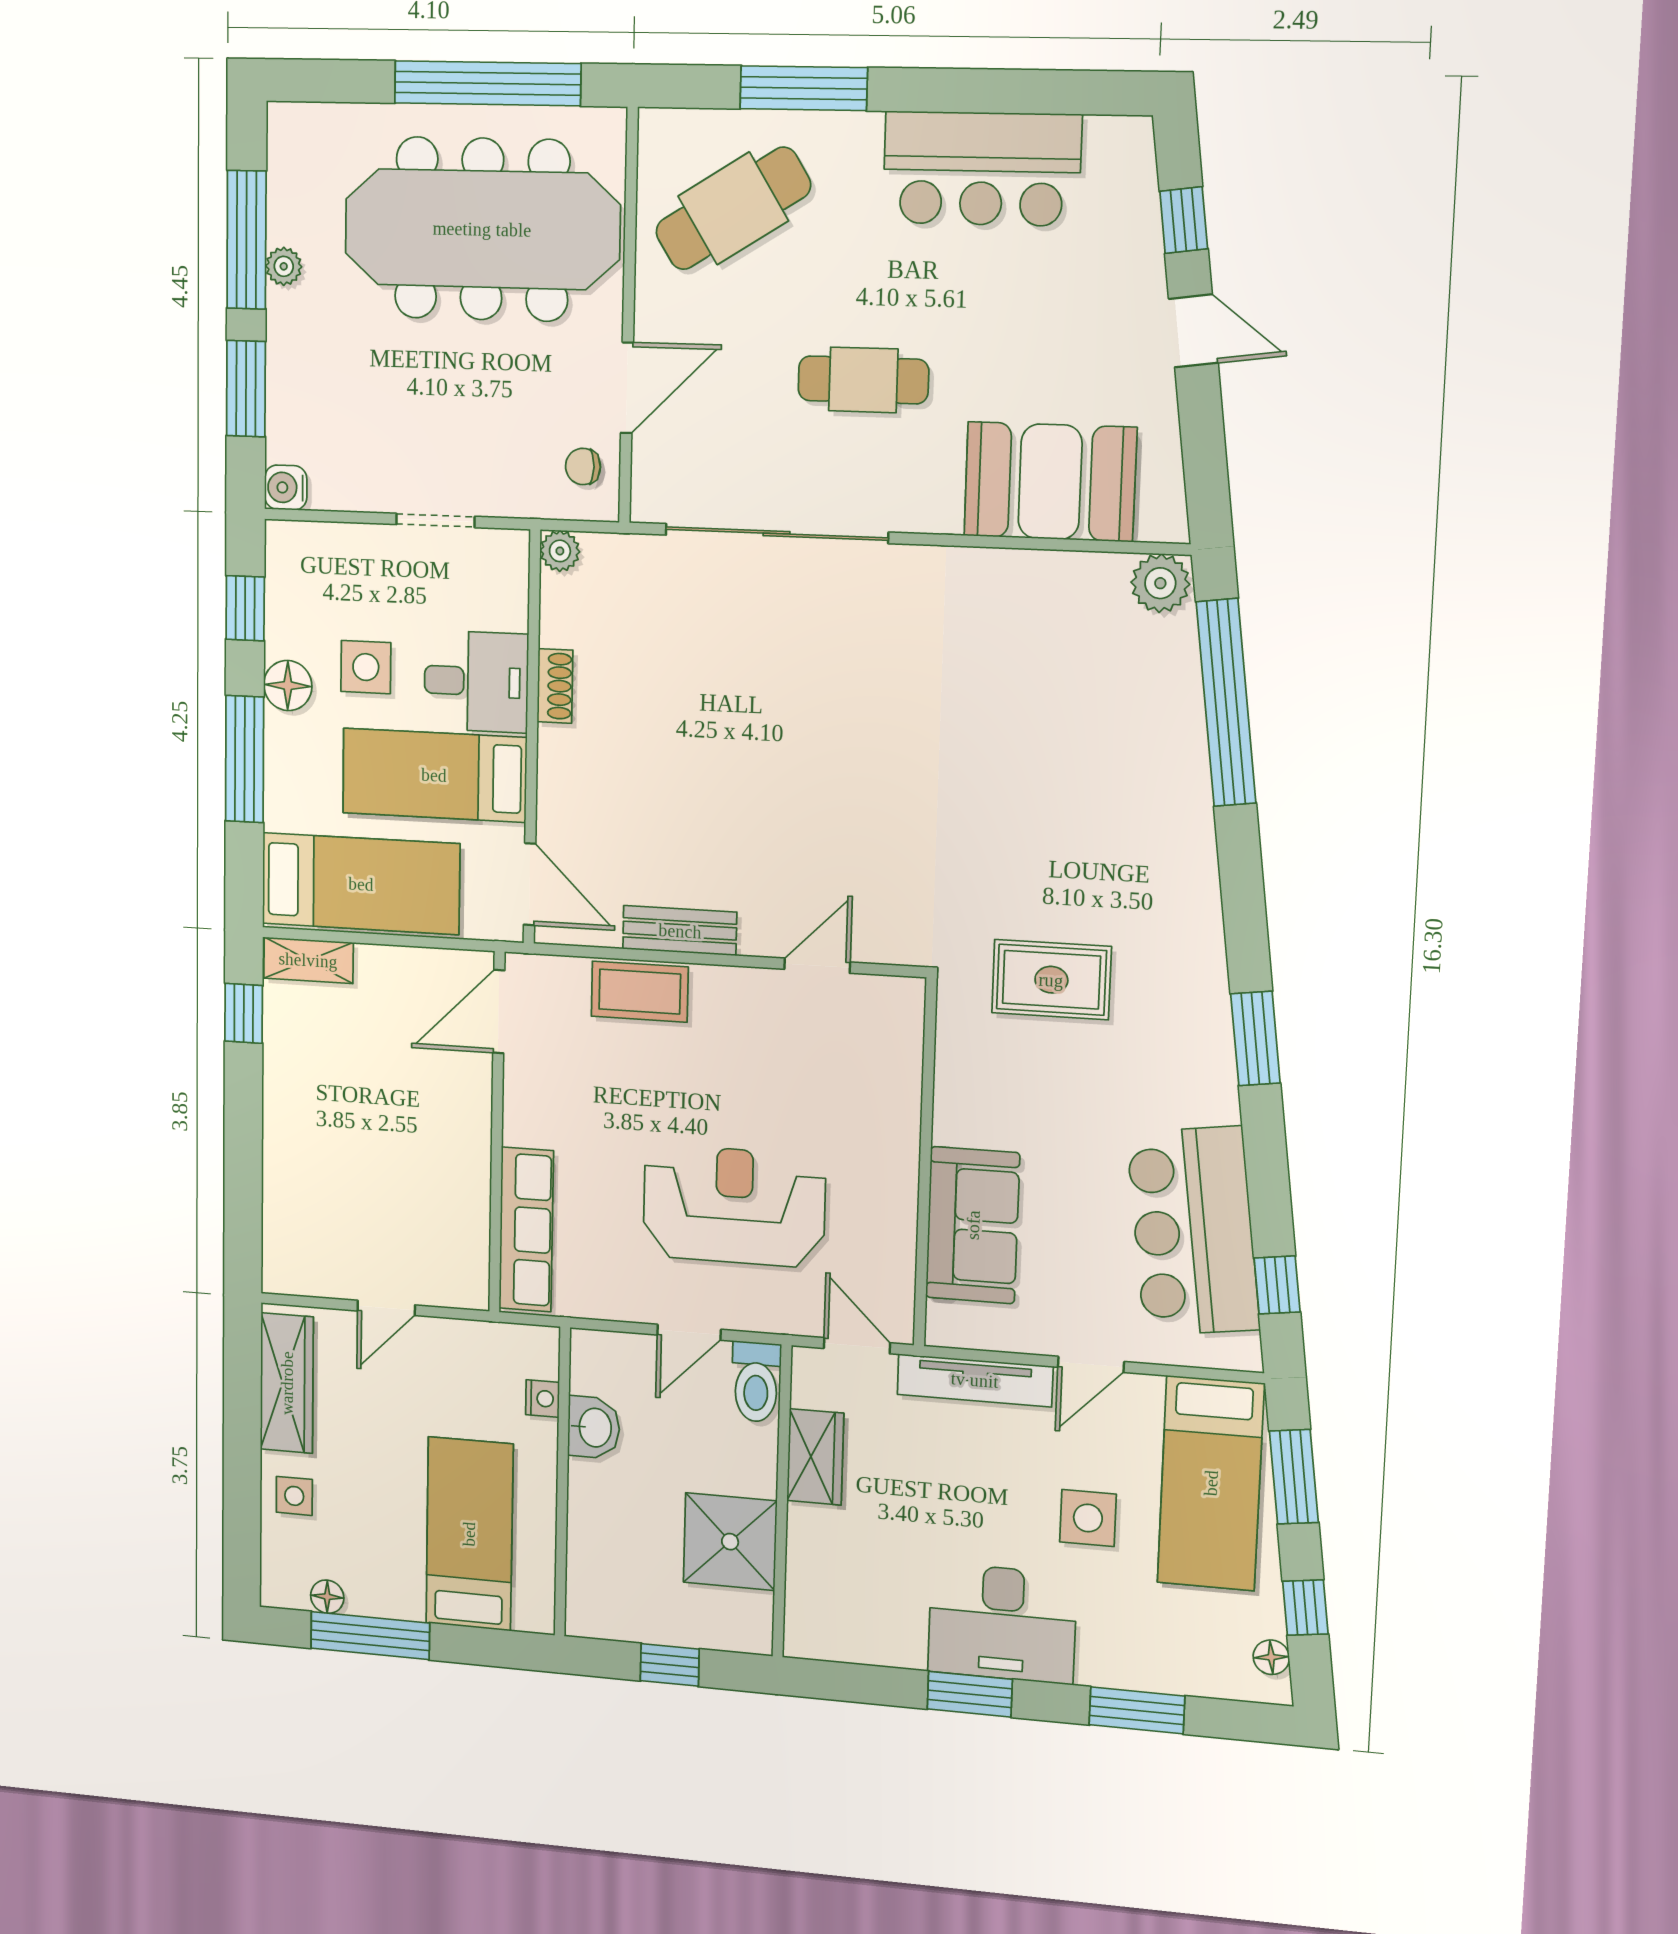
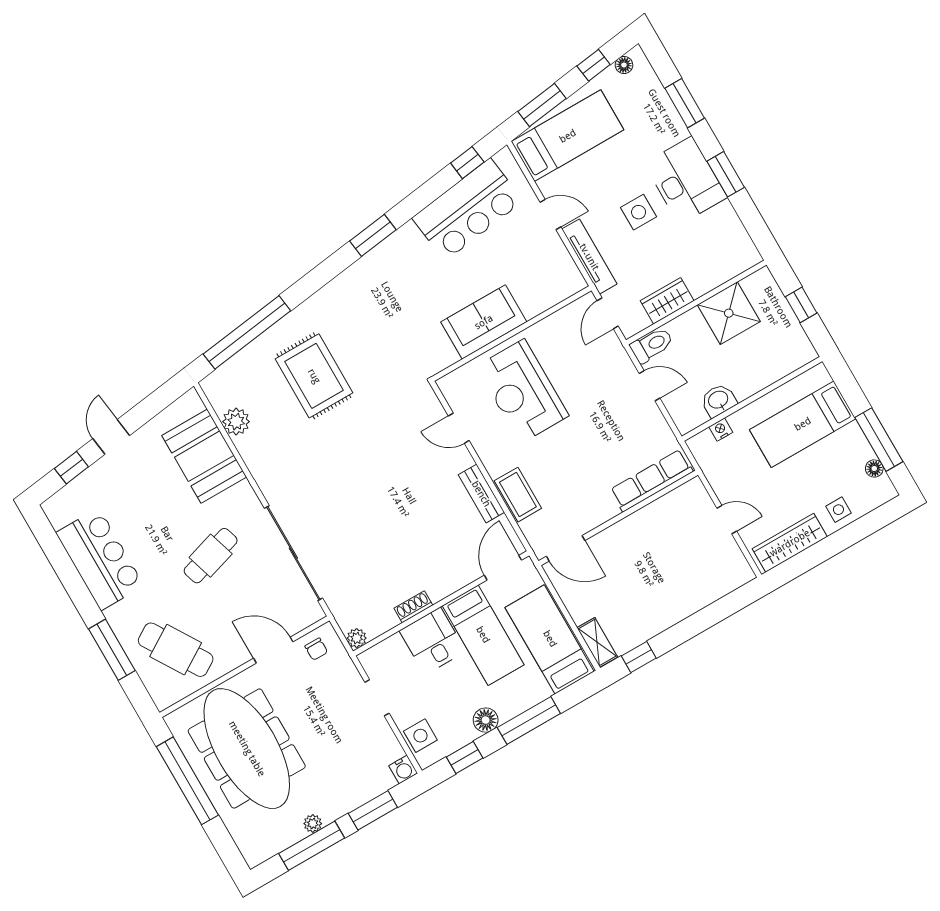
cafe table: (863, 380) -> (211, 556), turned 73
plant: (1160, 583) -> (236, 422), moved
side table: (366, 667) -> (420, 736), moved
rug: (1051, 980) -> (314, 376), moved, width x1.36, depth x1.43
reception desk: (734, 1206) -> (522, 391), moved
sofa: (973, 1225) -> (484, 322), moved
side table: (1088, 1518) -> (639, 212), moved

